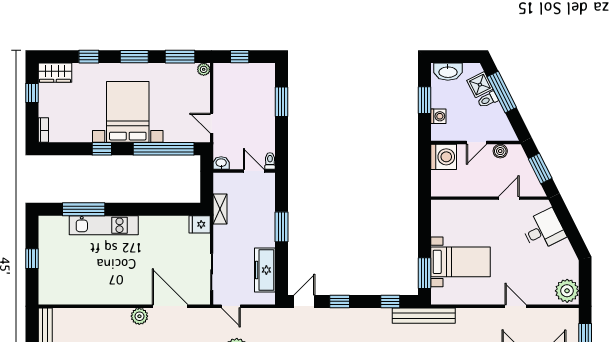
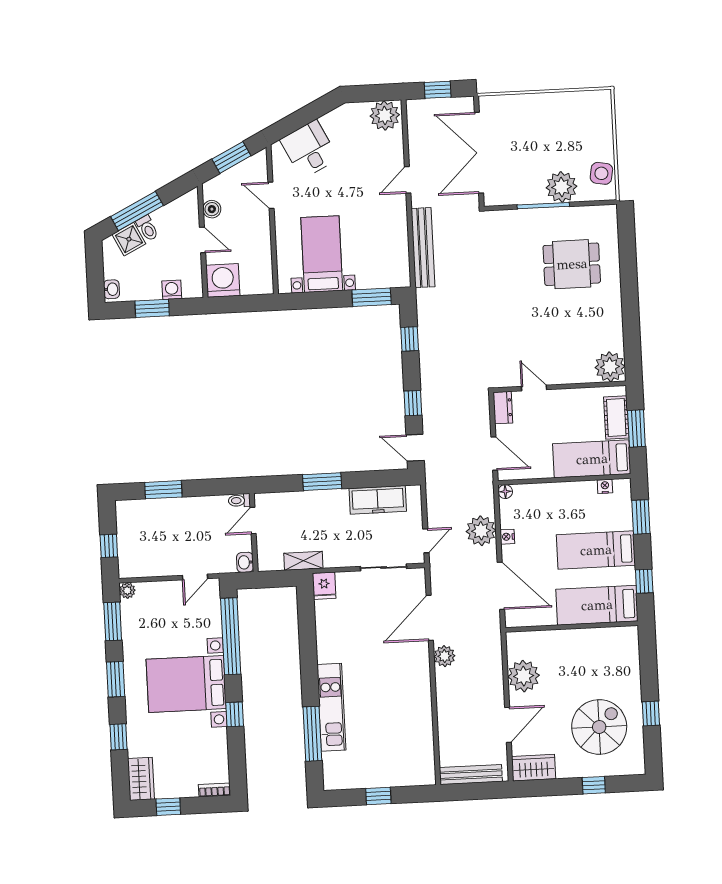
washbasin: (448, 72) -> (112, 289), width x0.52, depth x0.69
bed with nightstands: (461, 262) -> (322, 254), moved
bench: (424, 316) -> (423, 248), moved

